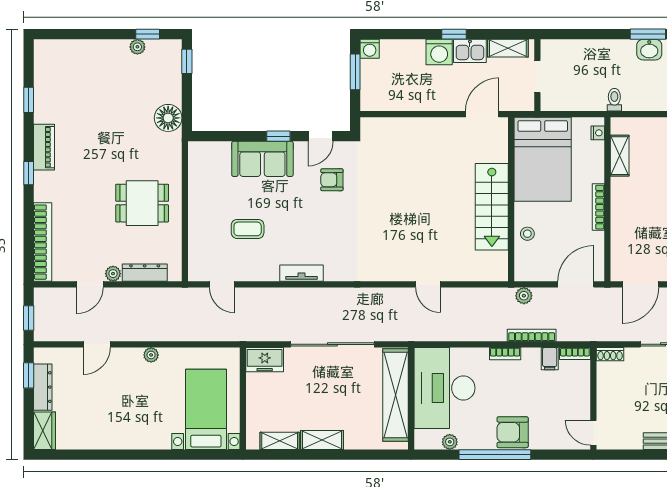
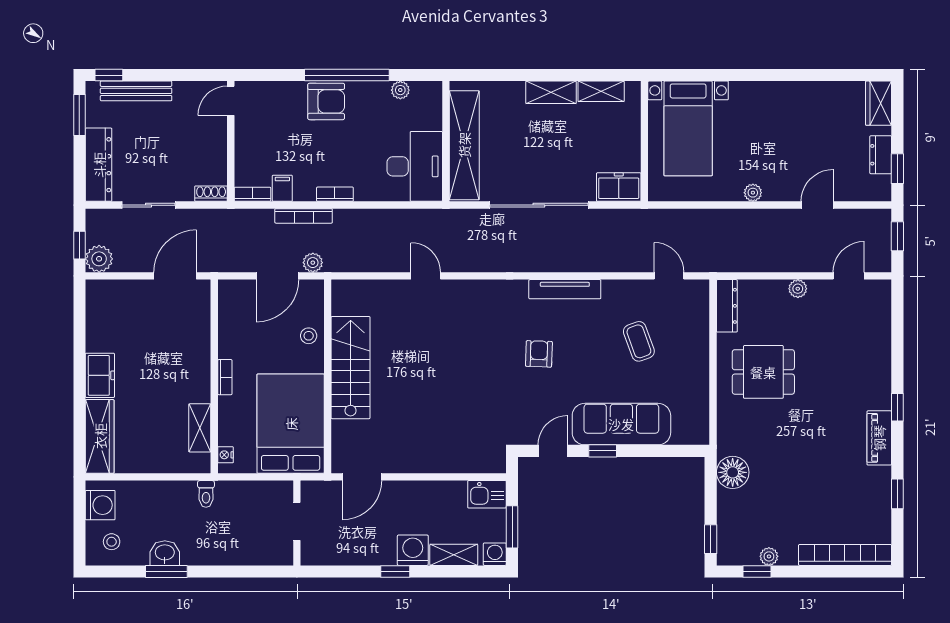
shelving: (508, 48) -> (454, 555), moved
kitchen sink: (470, 51) -> (487, 494), moved, turned 180
sofa: (262, 159) -> (621, 424), width x1.36
armchair: (332, 180) -> (539, 354), moved, turned -88
bookcase: (598, 207) -> (225, 377), width x0.64
coffee table: (248, 229) -> (639, 341), turned 70
bookcase: (43, 242) -> (845, 555), moved, turned 90
dresser: (145, 273) -> (727, 306), moved, turned -90
tv unit: (302, 273) -> (565, 289), width x1.41
door: (90, 284) -> (849, 276), moved
door: (576, 284) -> (277, 276), moved
dresser: (43, 387) -> (881, 155), width x0.70
desk: (444, 388) -> (415, 166), width x0.73, depth x0.77
door: (593, 433) -> (231, 101), swing flipped

